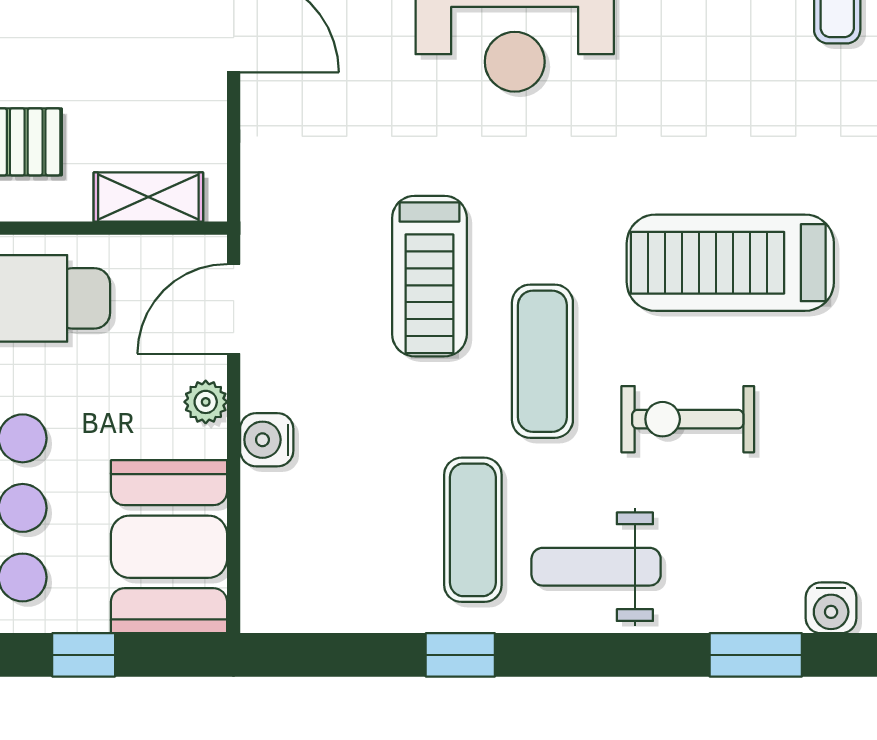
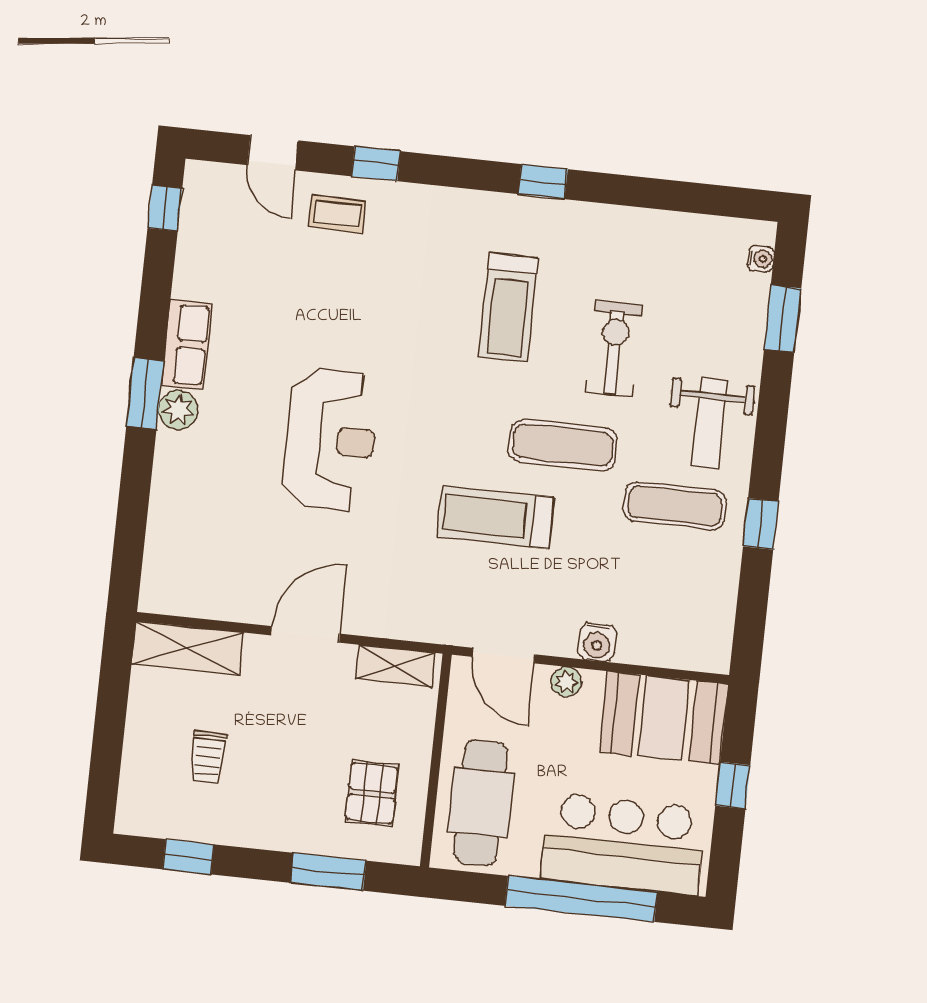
shelving: (148, 197) -> (395, 666), moved, turned 90
treadmill: (730, 263) -> (508, 307), width x0.73, depth x0.73
treadmill: (429, 276) -> (495, 517), turned 180
exercise bike: (688, 419) -> (614, 349), turned 180
water cooler: (831, 608) -> (761, 259), width x0.72, depth x0.72

